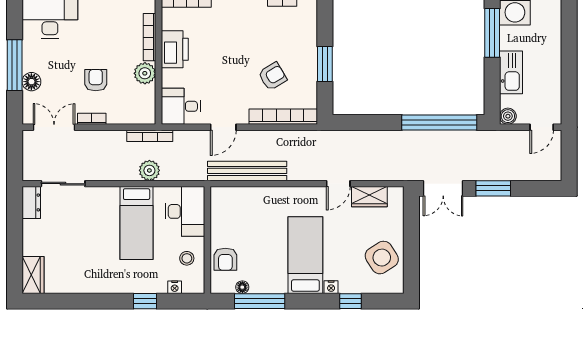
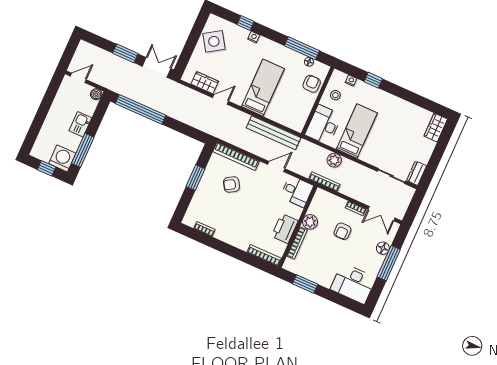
kitchen sink: (511, 72) -> (80, 124), width x0.73
bed: (305, 255) -> (263, 88), moved, turned 180

